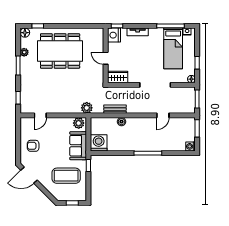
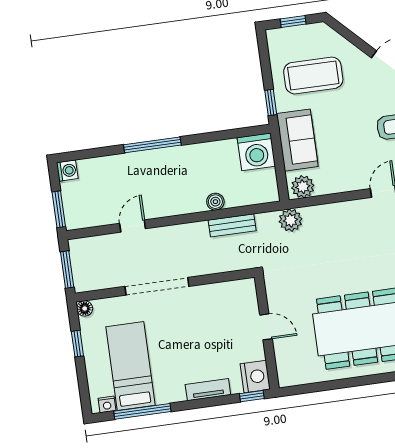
wardrobe: (118, 77) -> (236, 292), removed

